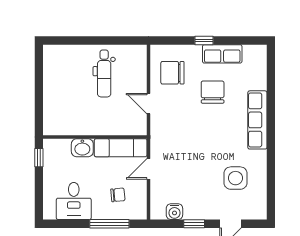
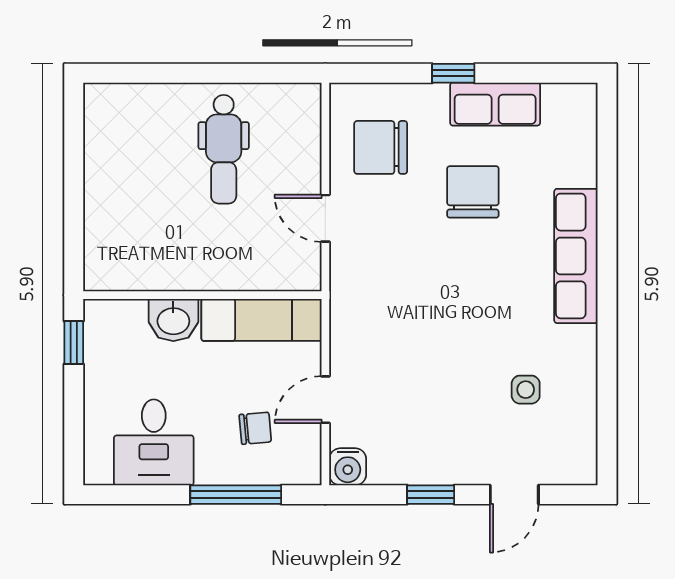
door: (148, 169) -> (325, 400), moved
side table: (235, 178) -> (526, 390), width x0.54, depth x0.54
water cooler: (174, 212) -> (348, 467), moved

